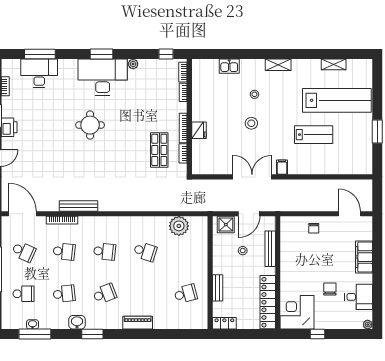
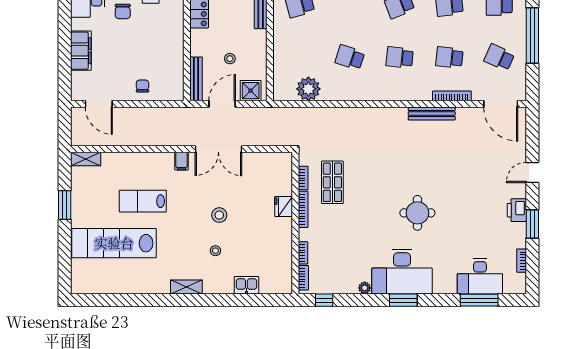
shelving: (334, 64) -> (86, 159), moved
bench: (270, 249) -> (196, 79), moved

